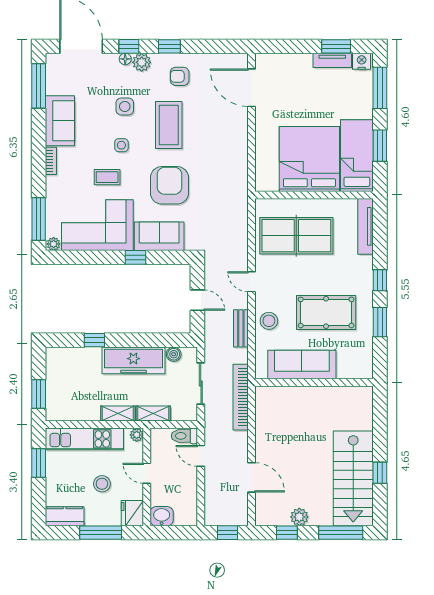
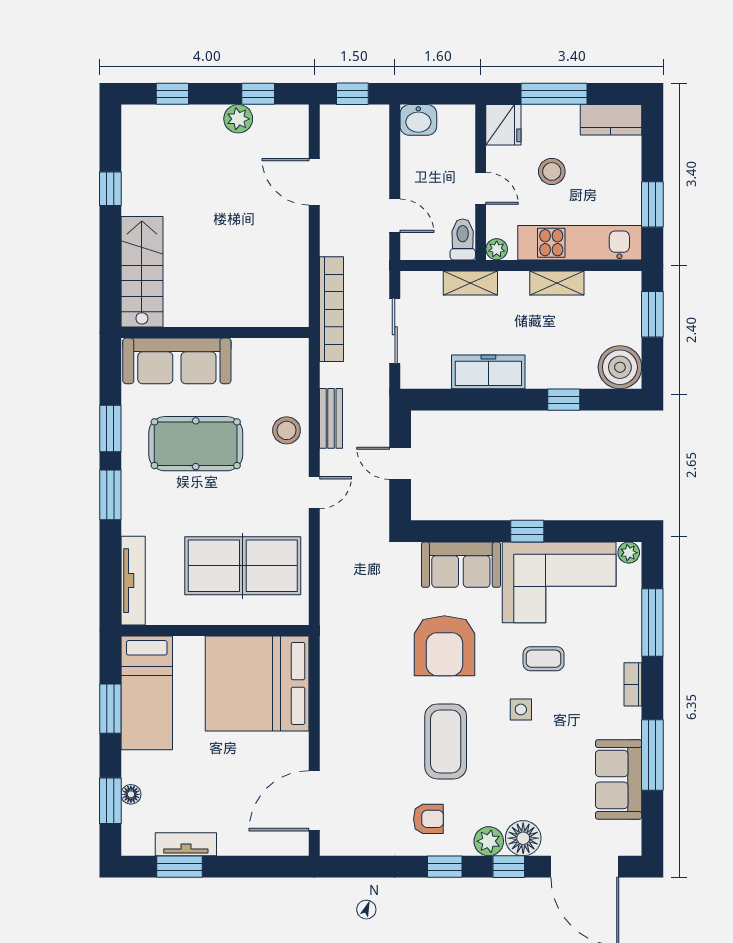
floor lamp: (125, 59) -> (523, 838), width x1.89, depth x1.89
nightstand: (362, 61) -> (139, 843), removed
window: (39, 86) -> (652, 755), moved
door: (251, 88) -> (314, 801), swing flipped
window: (380, 88) -> (110, 801), width x0.69
floor lamp: (367, 92) -> (131, 794), added
side table: (125, 107) -> (515, 771), removed
sofa: (60, 121) -> (619, 779), moved
bed: (309, 159) -> (257, 683), moved, turned 90
window: (39, 219) -> (652, 623), moved
window: (136, 257) -> (527, 531), moved
window: (380, 280) -> (110, 495), width x1.50
door: (251, 282) -> (314, 493), hinge flipped
boiler: (174, 354) -> (620, 367), moved, width x1.86, depth x1.86
freezer: (133, 360) -> (488, 372), width x0.73, depth x0.79
sofa: (302, 365) -> (177, 361), moved
shelving: (118, 414) -> (557, 283), moved
toilet: (184, 436) -> (463, 239), moved, turned -90
stairs: (353, 478) -> (142, 272), moved, width x0.73, depth x0.66
washbasin: (162, 516) -> (418, 120), moved
window: (341, 533) -> (172, 94), width x0.46

